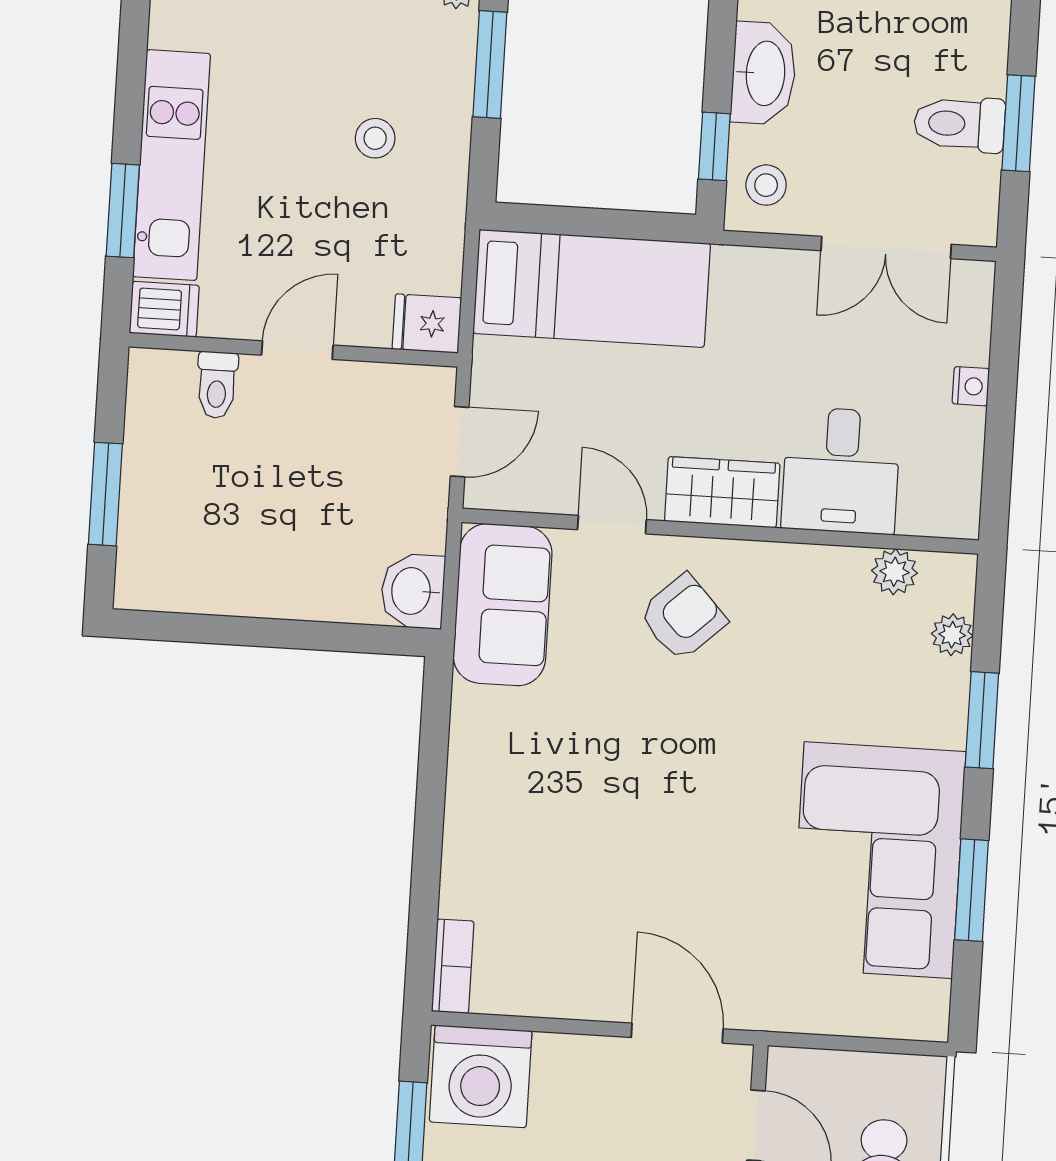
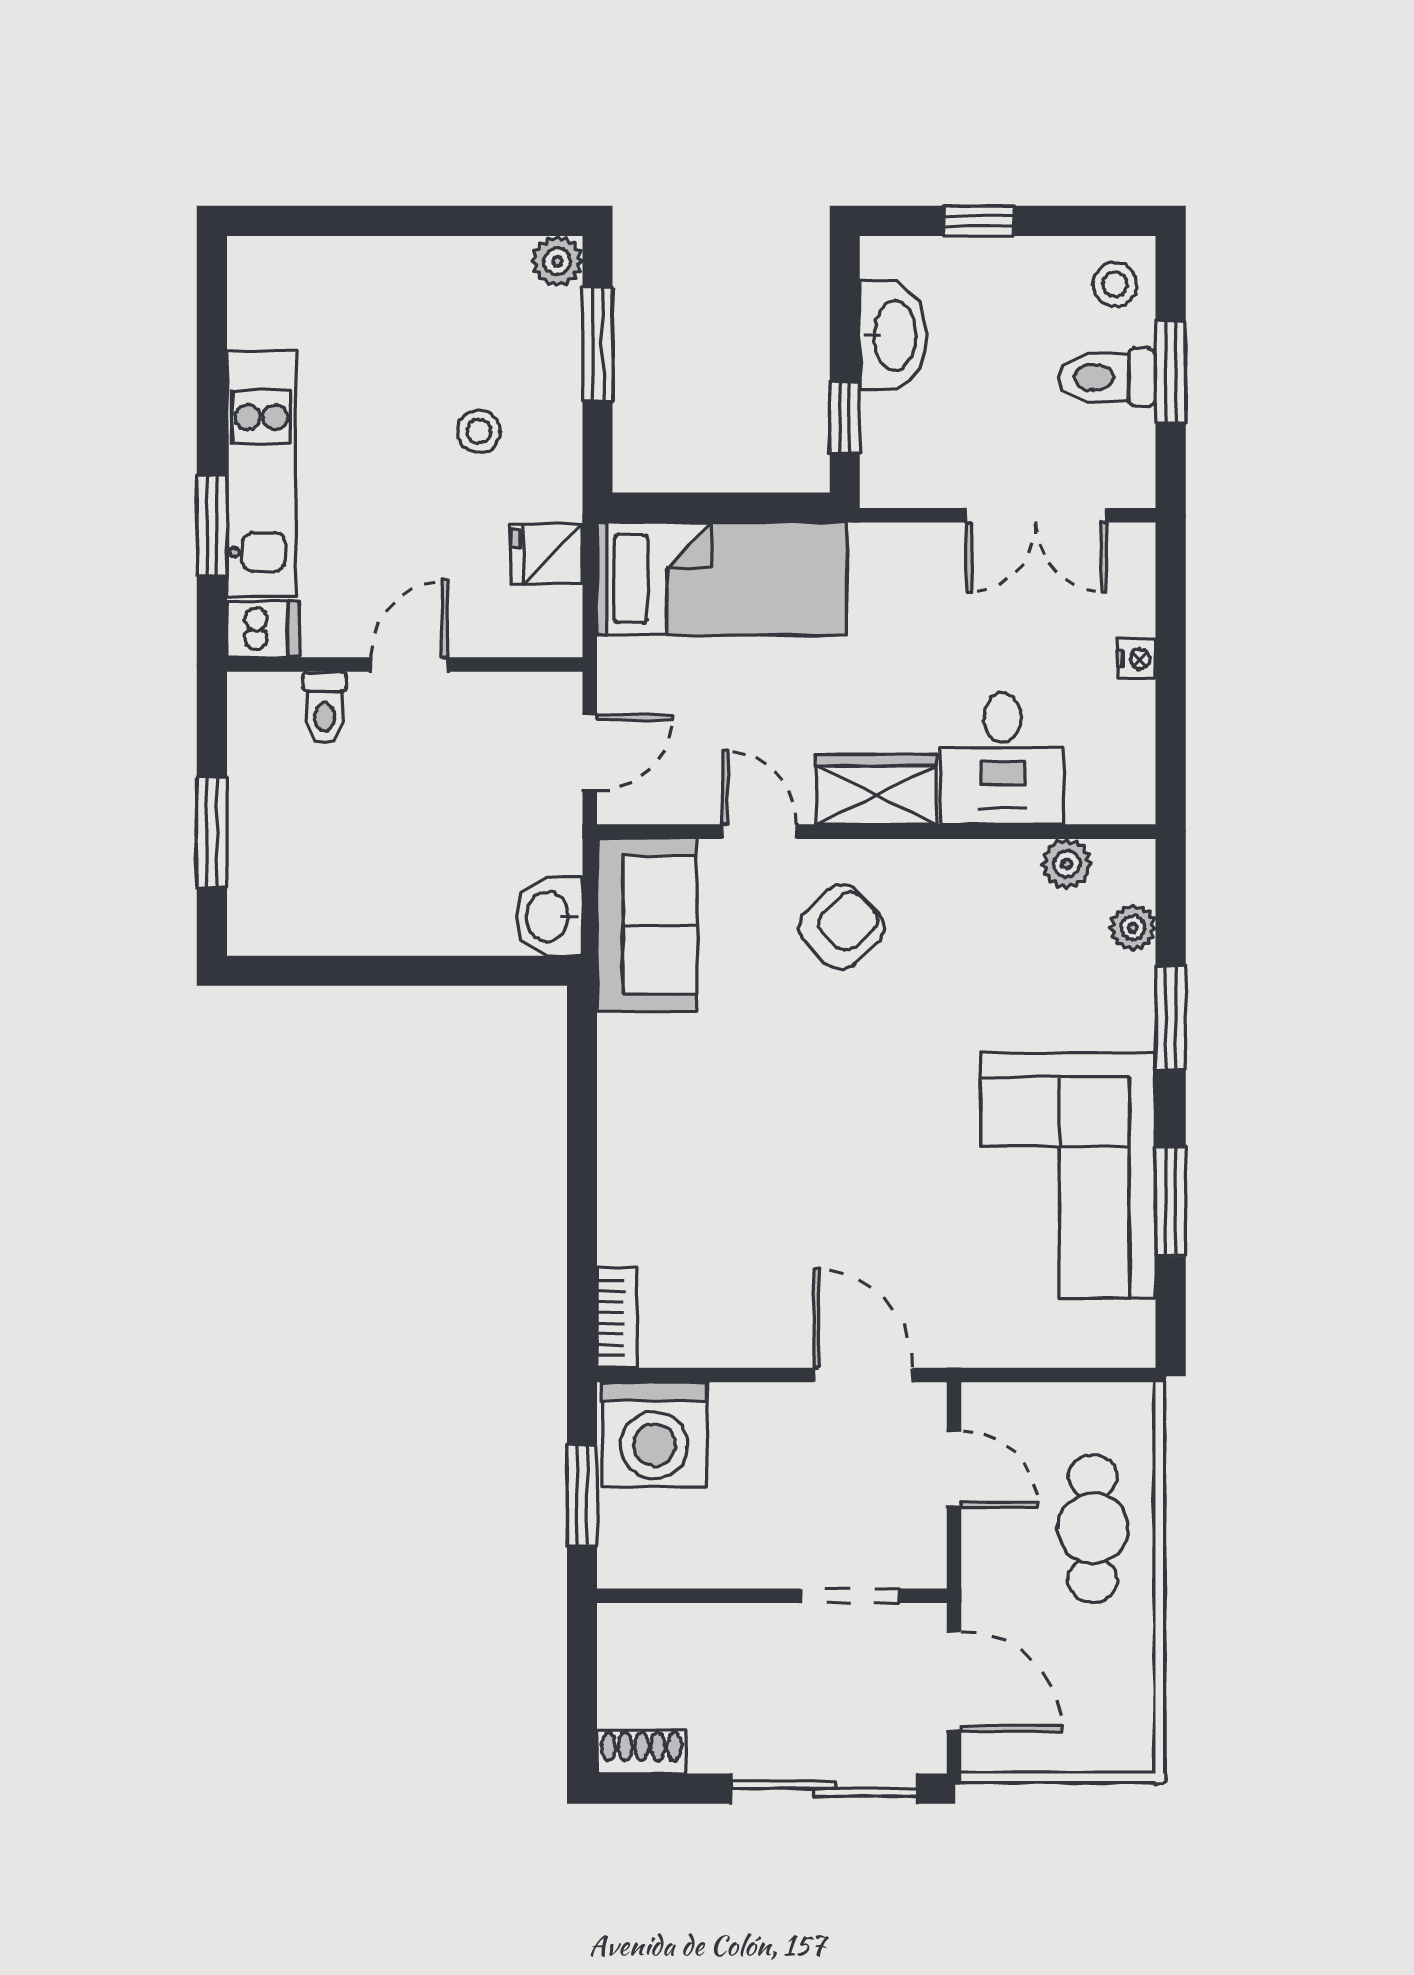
stool: (766, 185) -> (1115, 284), moved
fridge: (427, 324) -> (547, 554), moved

